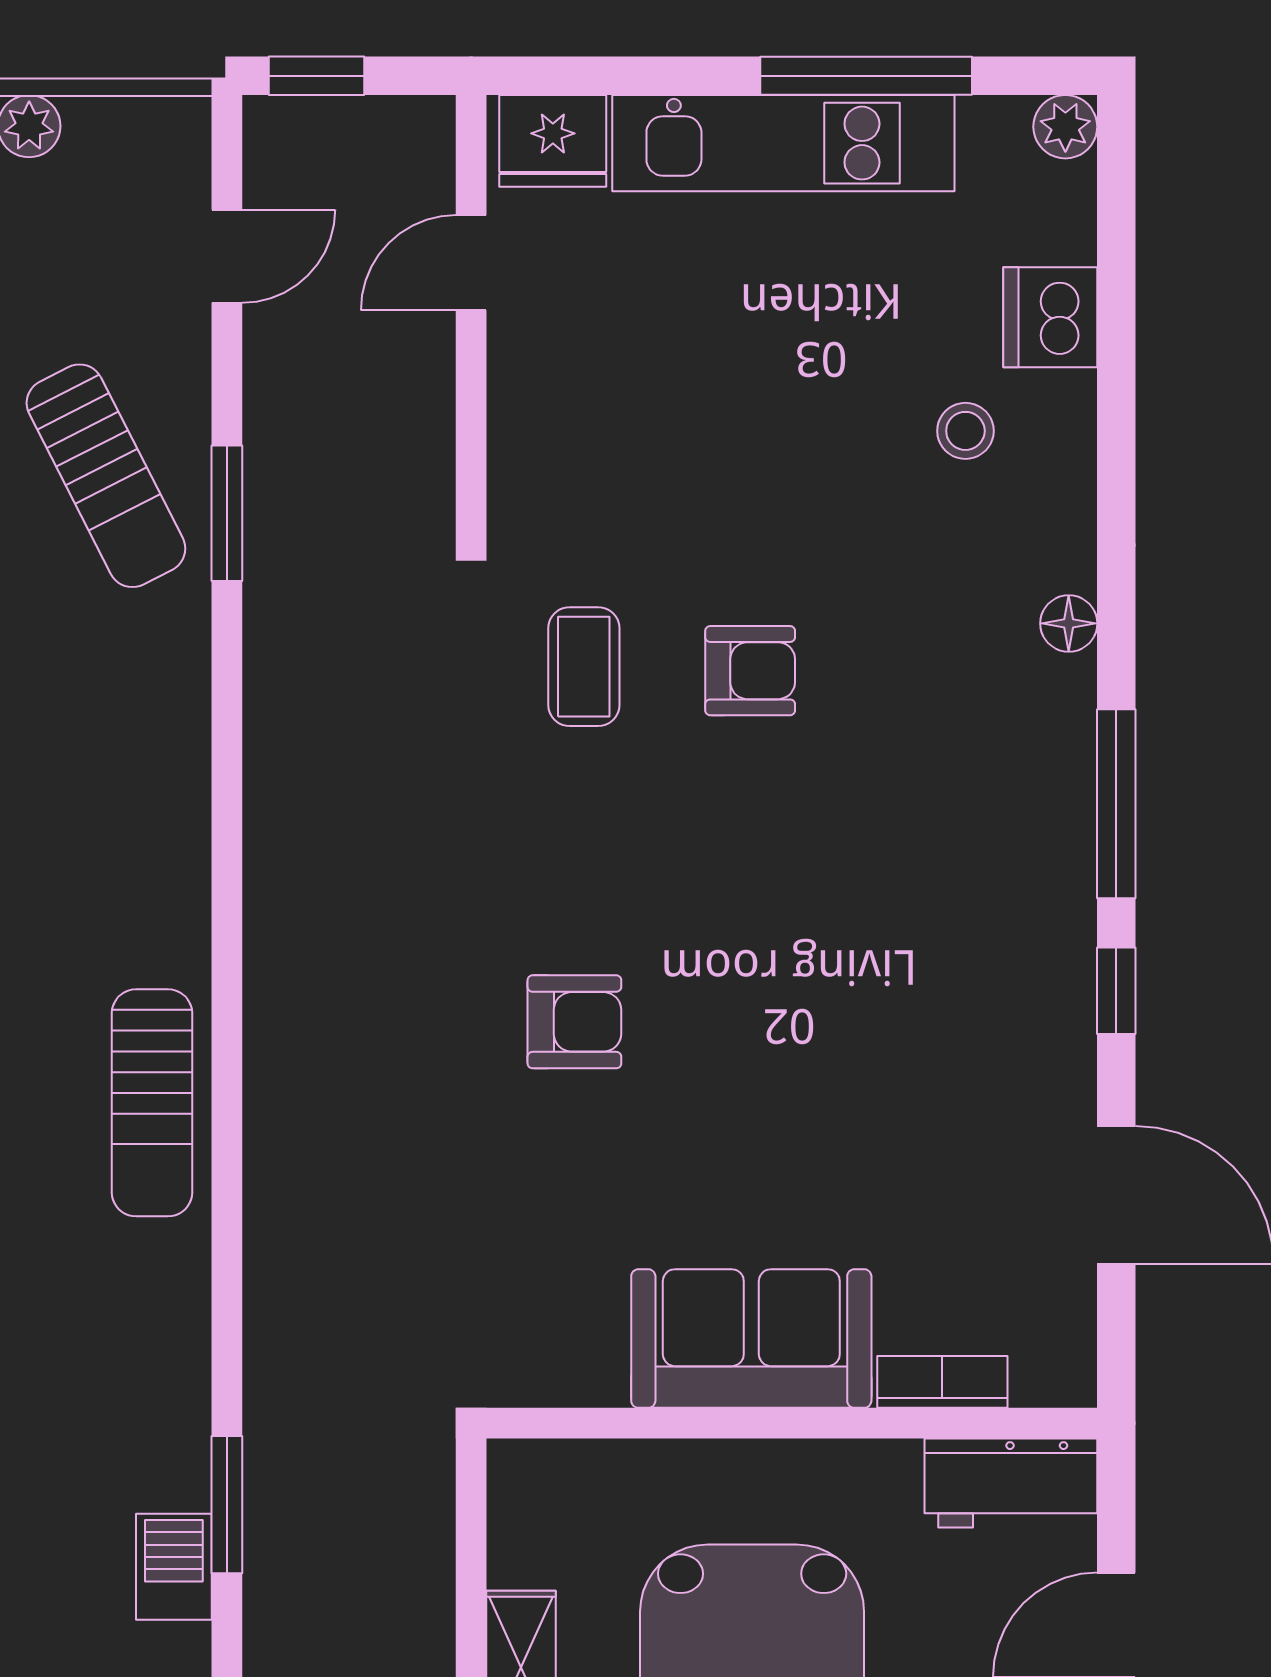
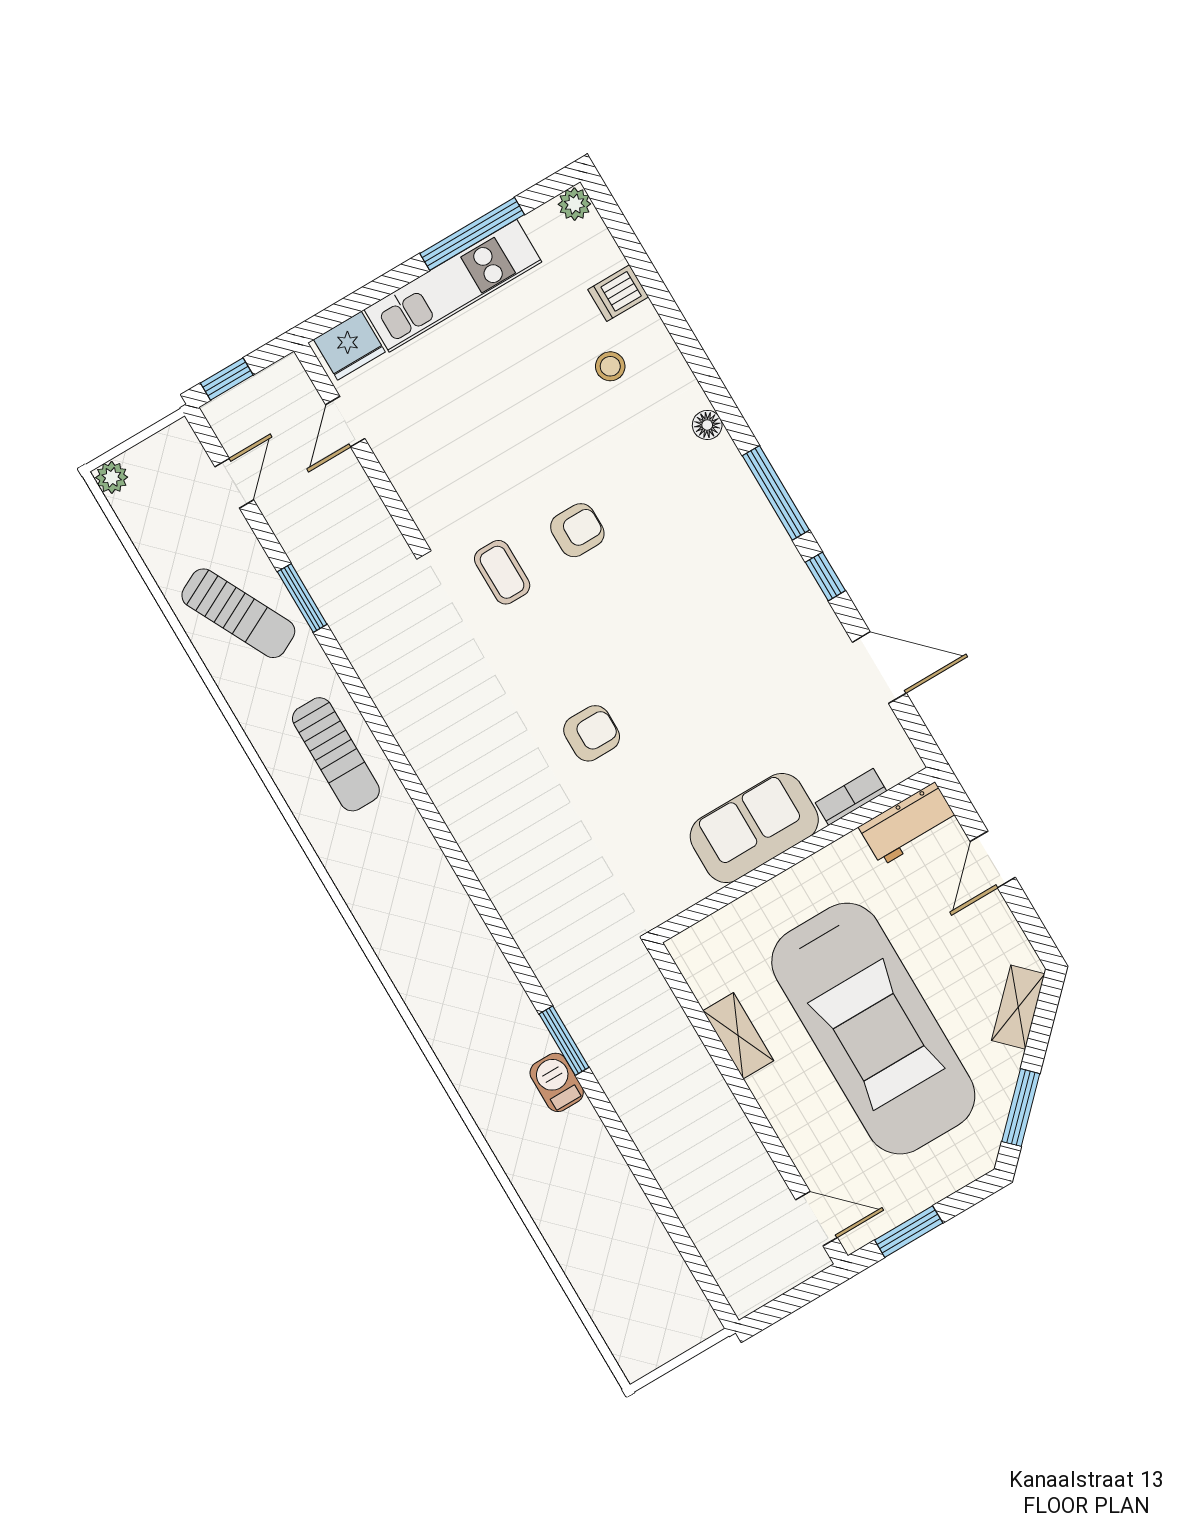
dishwasher: (1050, 317) -> (618, 293), width x0.73
sun lounger: (152, 1103) -> (336, 754), moved

